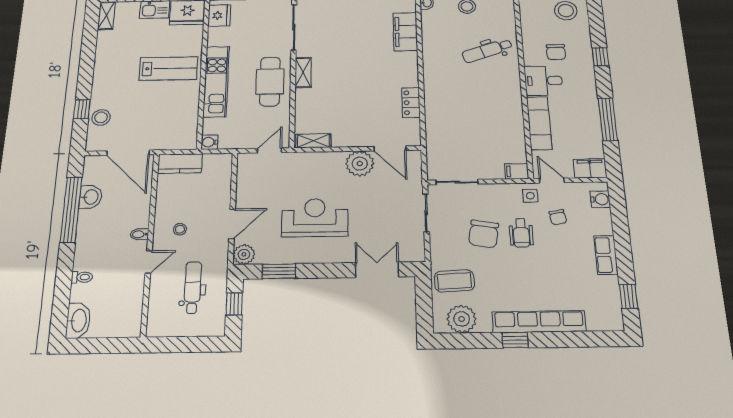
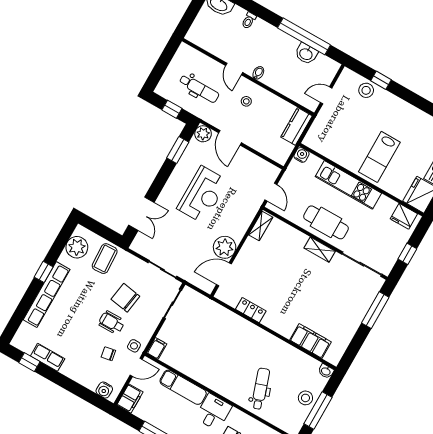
door: (128, 153) -> (326, 95), width x0.53
row of seats: (606, 255) -> (48, 357), moved

